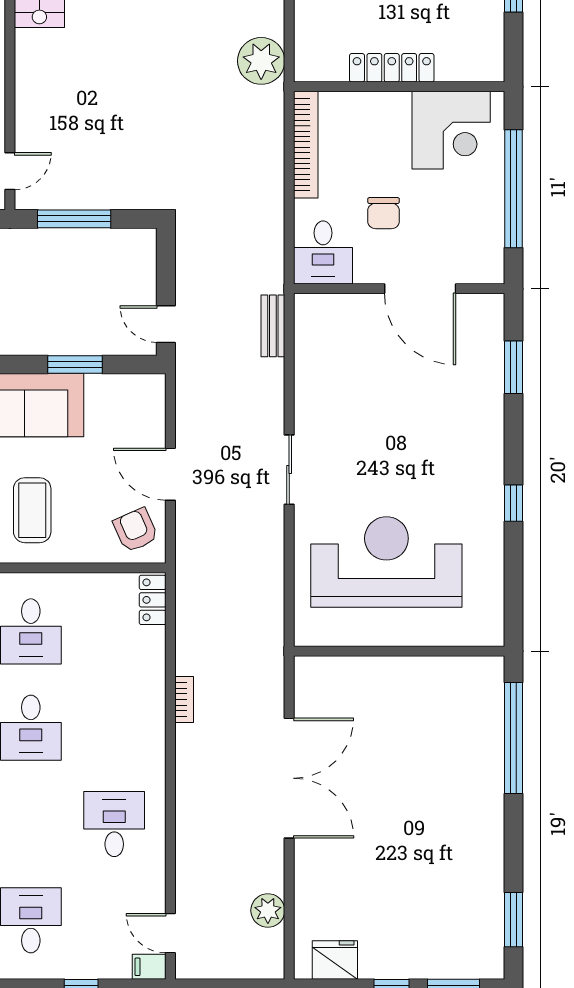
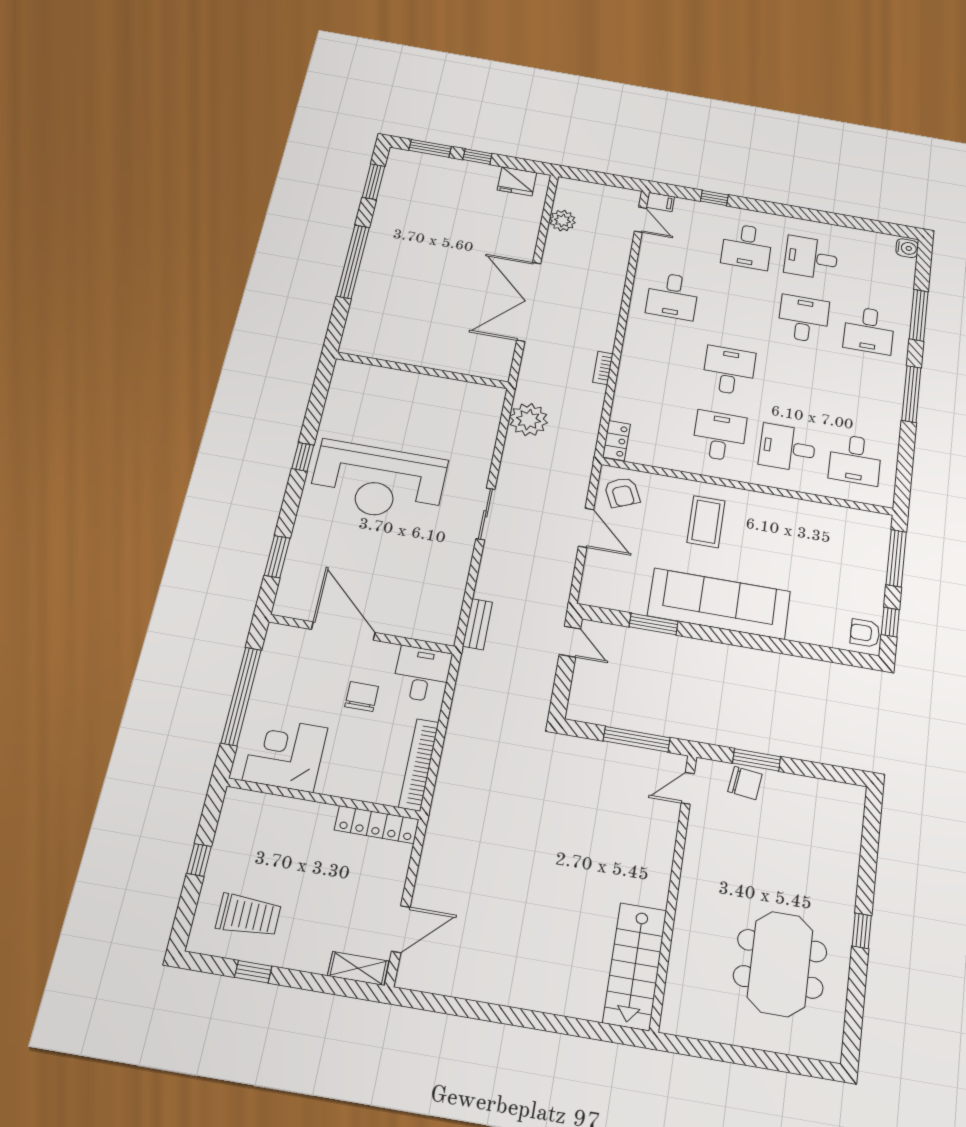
plant: (261, 61) -> (528, 420), moved
locker: (392, 68) -> (377, 825), moved
reception desk: (386, 562) -> (378, 482), moved
window: (513, 738) -> (353, 262), moved

